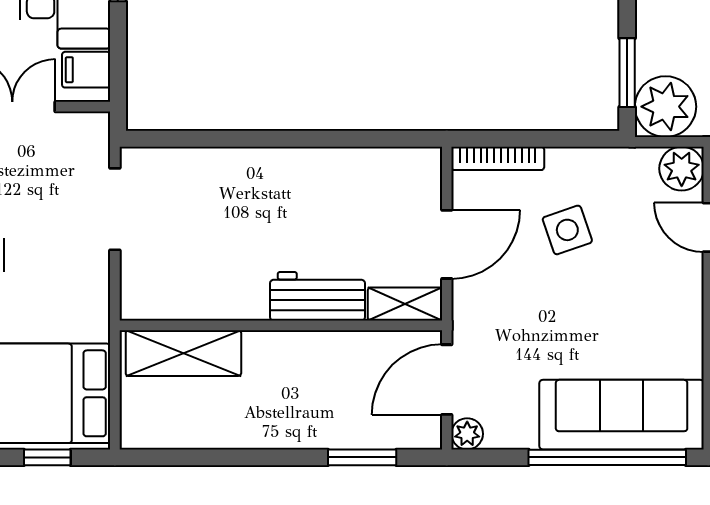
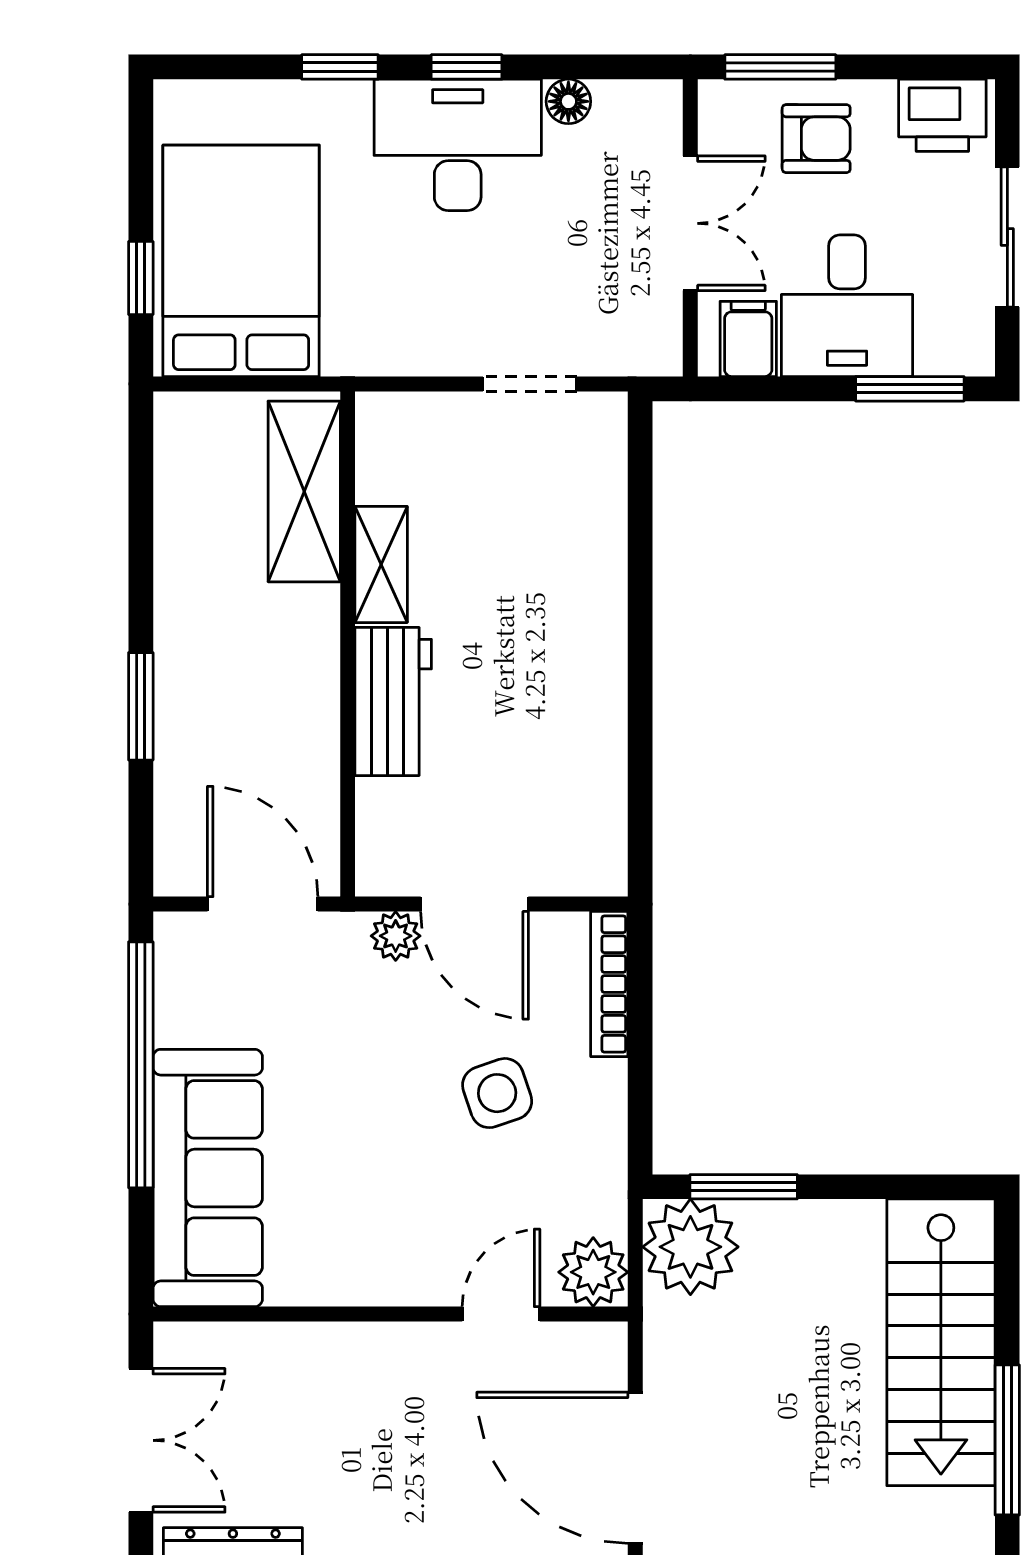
doorway: (115, 209) -> (530, 384), width x0.73
shelving: (405, 304) -> (381, 564), moved
plant: (467, 434) -> (396, 936), moved
window: (362, 457) -> (141, 706), moved
window: (607, 457) -> (141, 1065), moved

